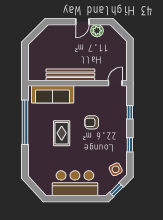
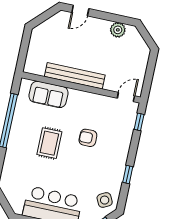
door: (82, 22) -> (80, 11), moved
sofa: (53, 94) -> (48, 94), width x0.73
window: (130, 112) -> (139, 122), moved

